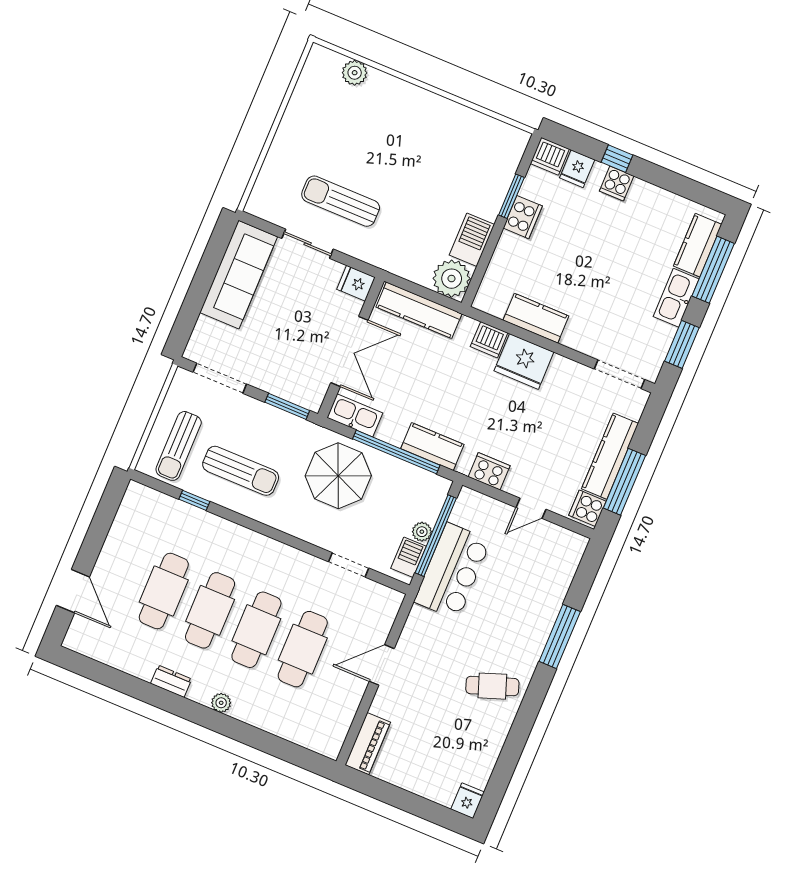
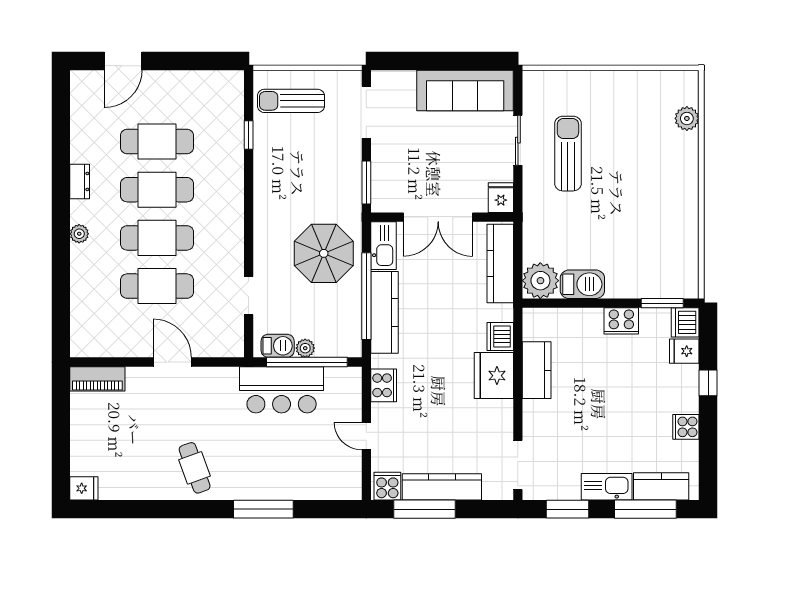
cooker: (617, 183) -> (686, 427), moved
window: (511, 196) -> (662, 303), moved
kitchen counter: (432, 447) -> (385, 312), width x1.50
sun lounger: (241, 471) -> (292, 165), removed

